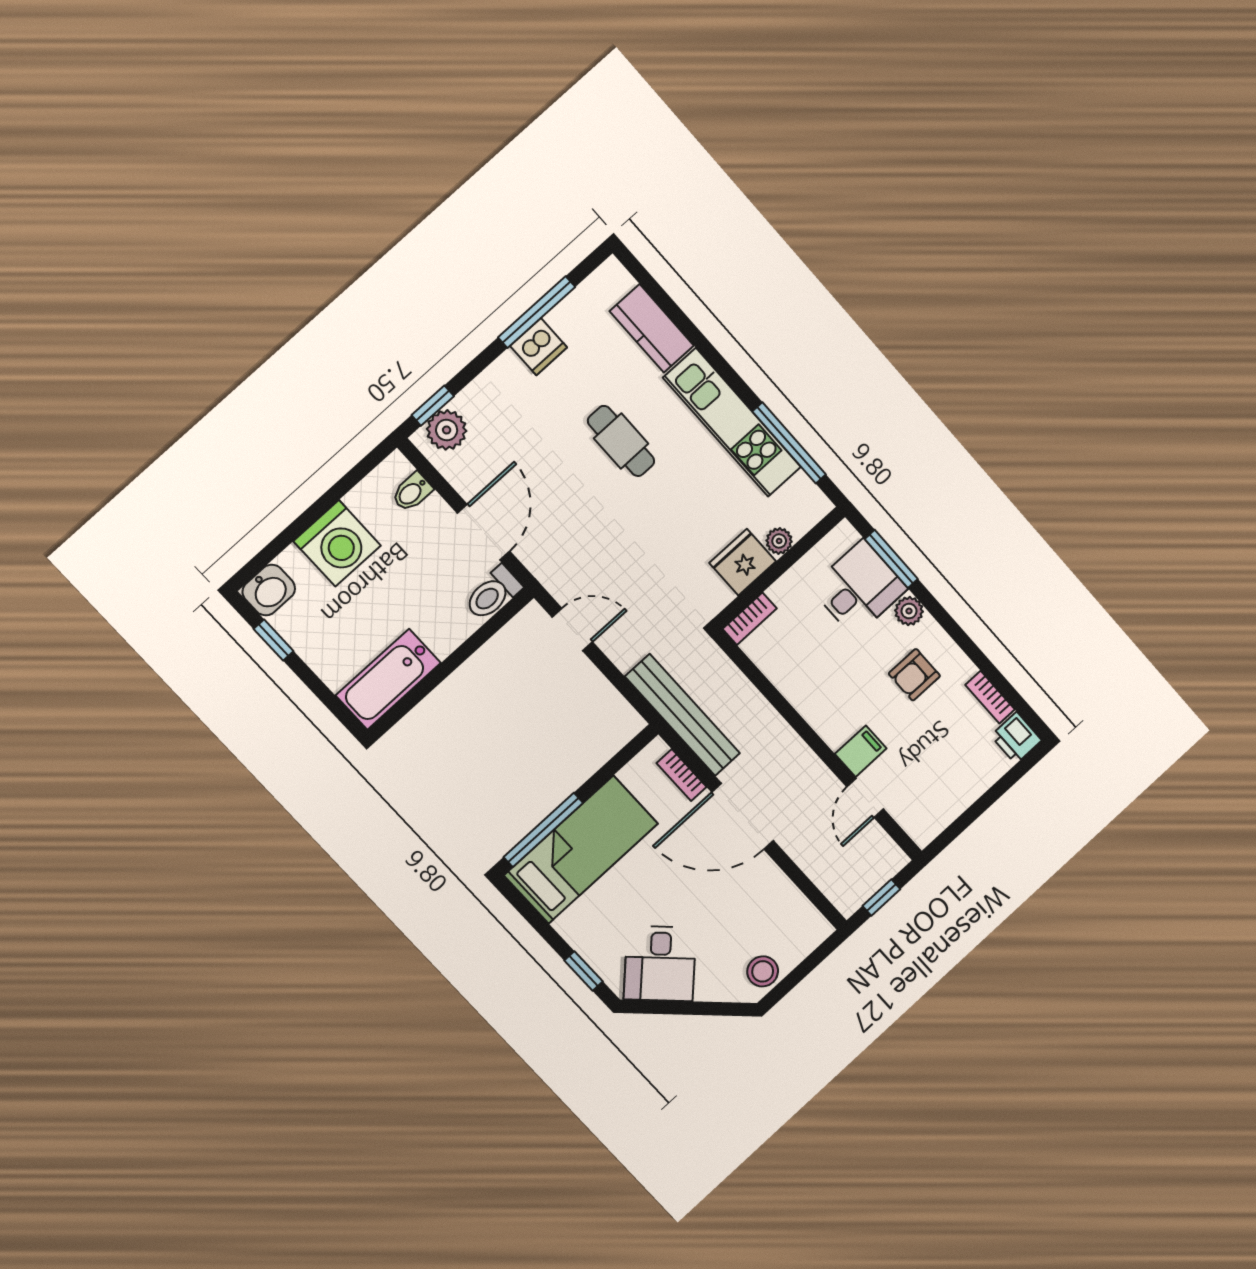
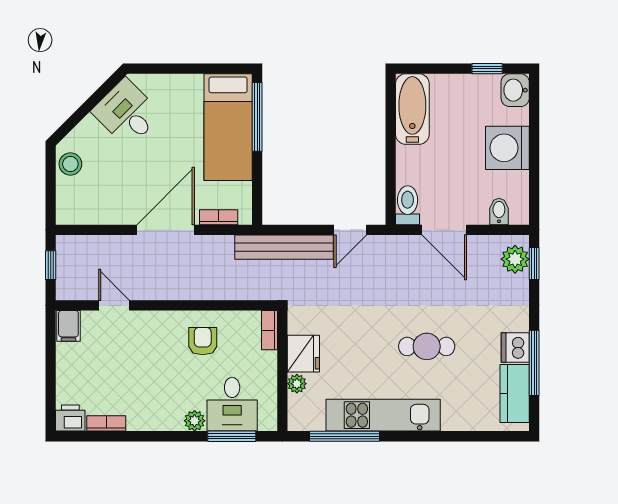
kitchen counter: (652, 328) -> (515, 393), moved, turned -90
armchair: (914, 675) -> (203, 341), moved
bench: (682, 715) -> (284, 247), moved
filing cabinet: (861, 751) -> (68, 326), moved
window: (584, 971) -> (161, 69), removed

